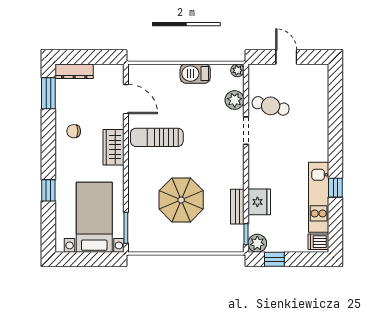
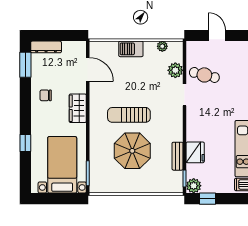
plant: (237, 70) -> (162, 46), moved
barbecue: (195, 74) -> (131, 49), moved
sun lounger: (157, 137) -> (129, 115), moved

